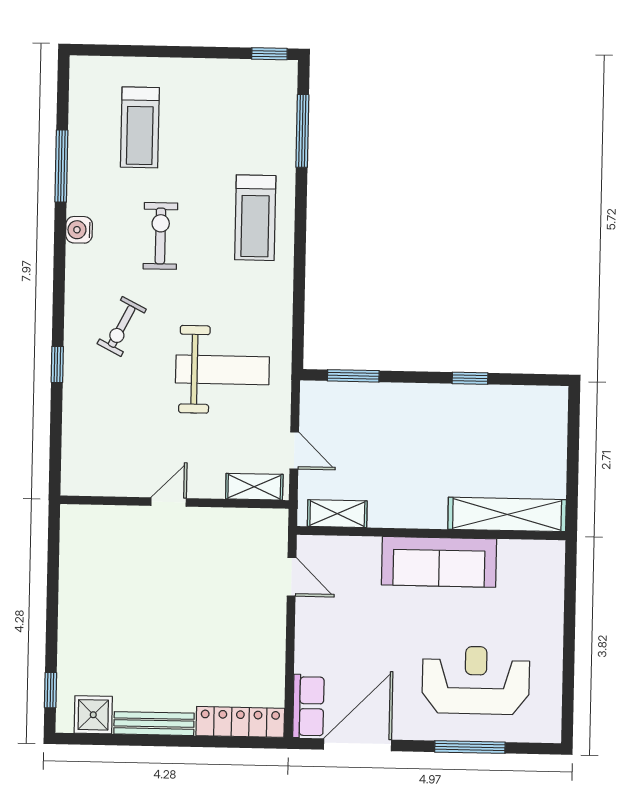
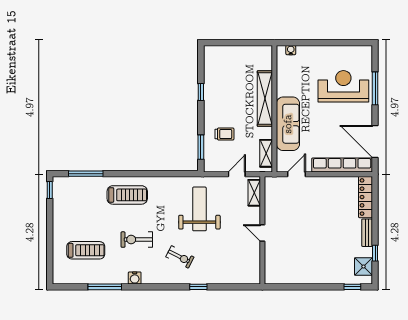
trolley: (380, 426) -> (224, 134), added
shelving: (507, 514) -> (265, 99), moved
sofa: (439, 562) -> (288, 124), moved
water cooler: (555, 570) -> (291, 50), added
reception desk: (476, 680) -> (343, 86), turned 90
row of seats: (308, 706) -> (342, 165), width x2.02
bench: (154, 724) -> (367, 233), width x0.73
window: (121, 740) -> (375, 253), added

